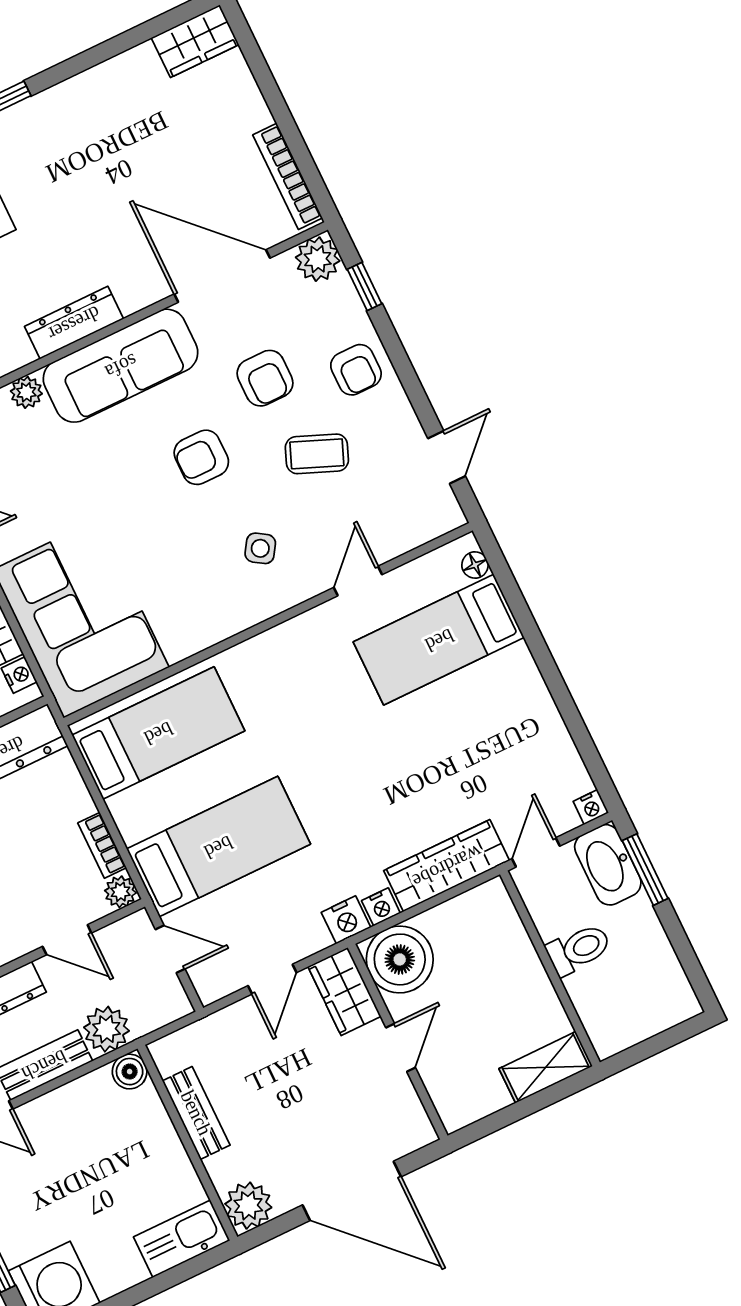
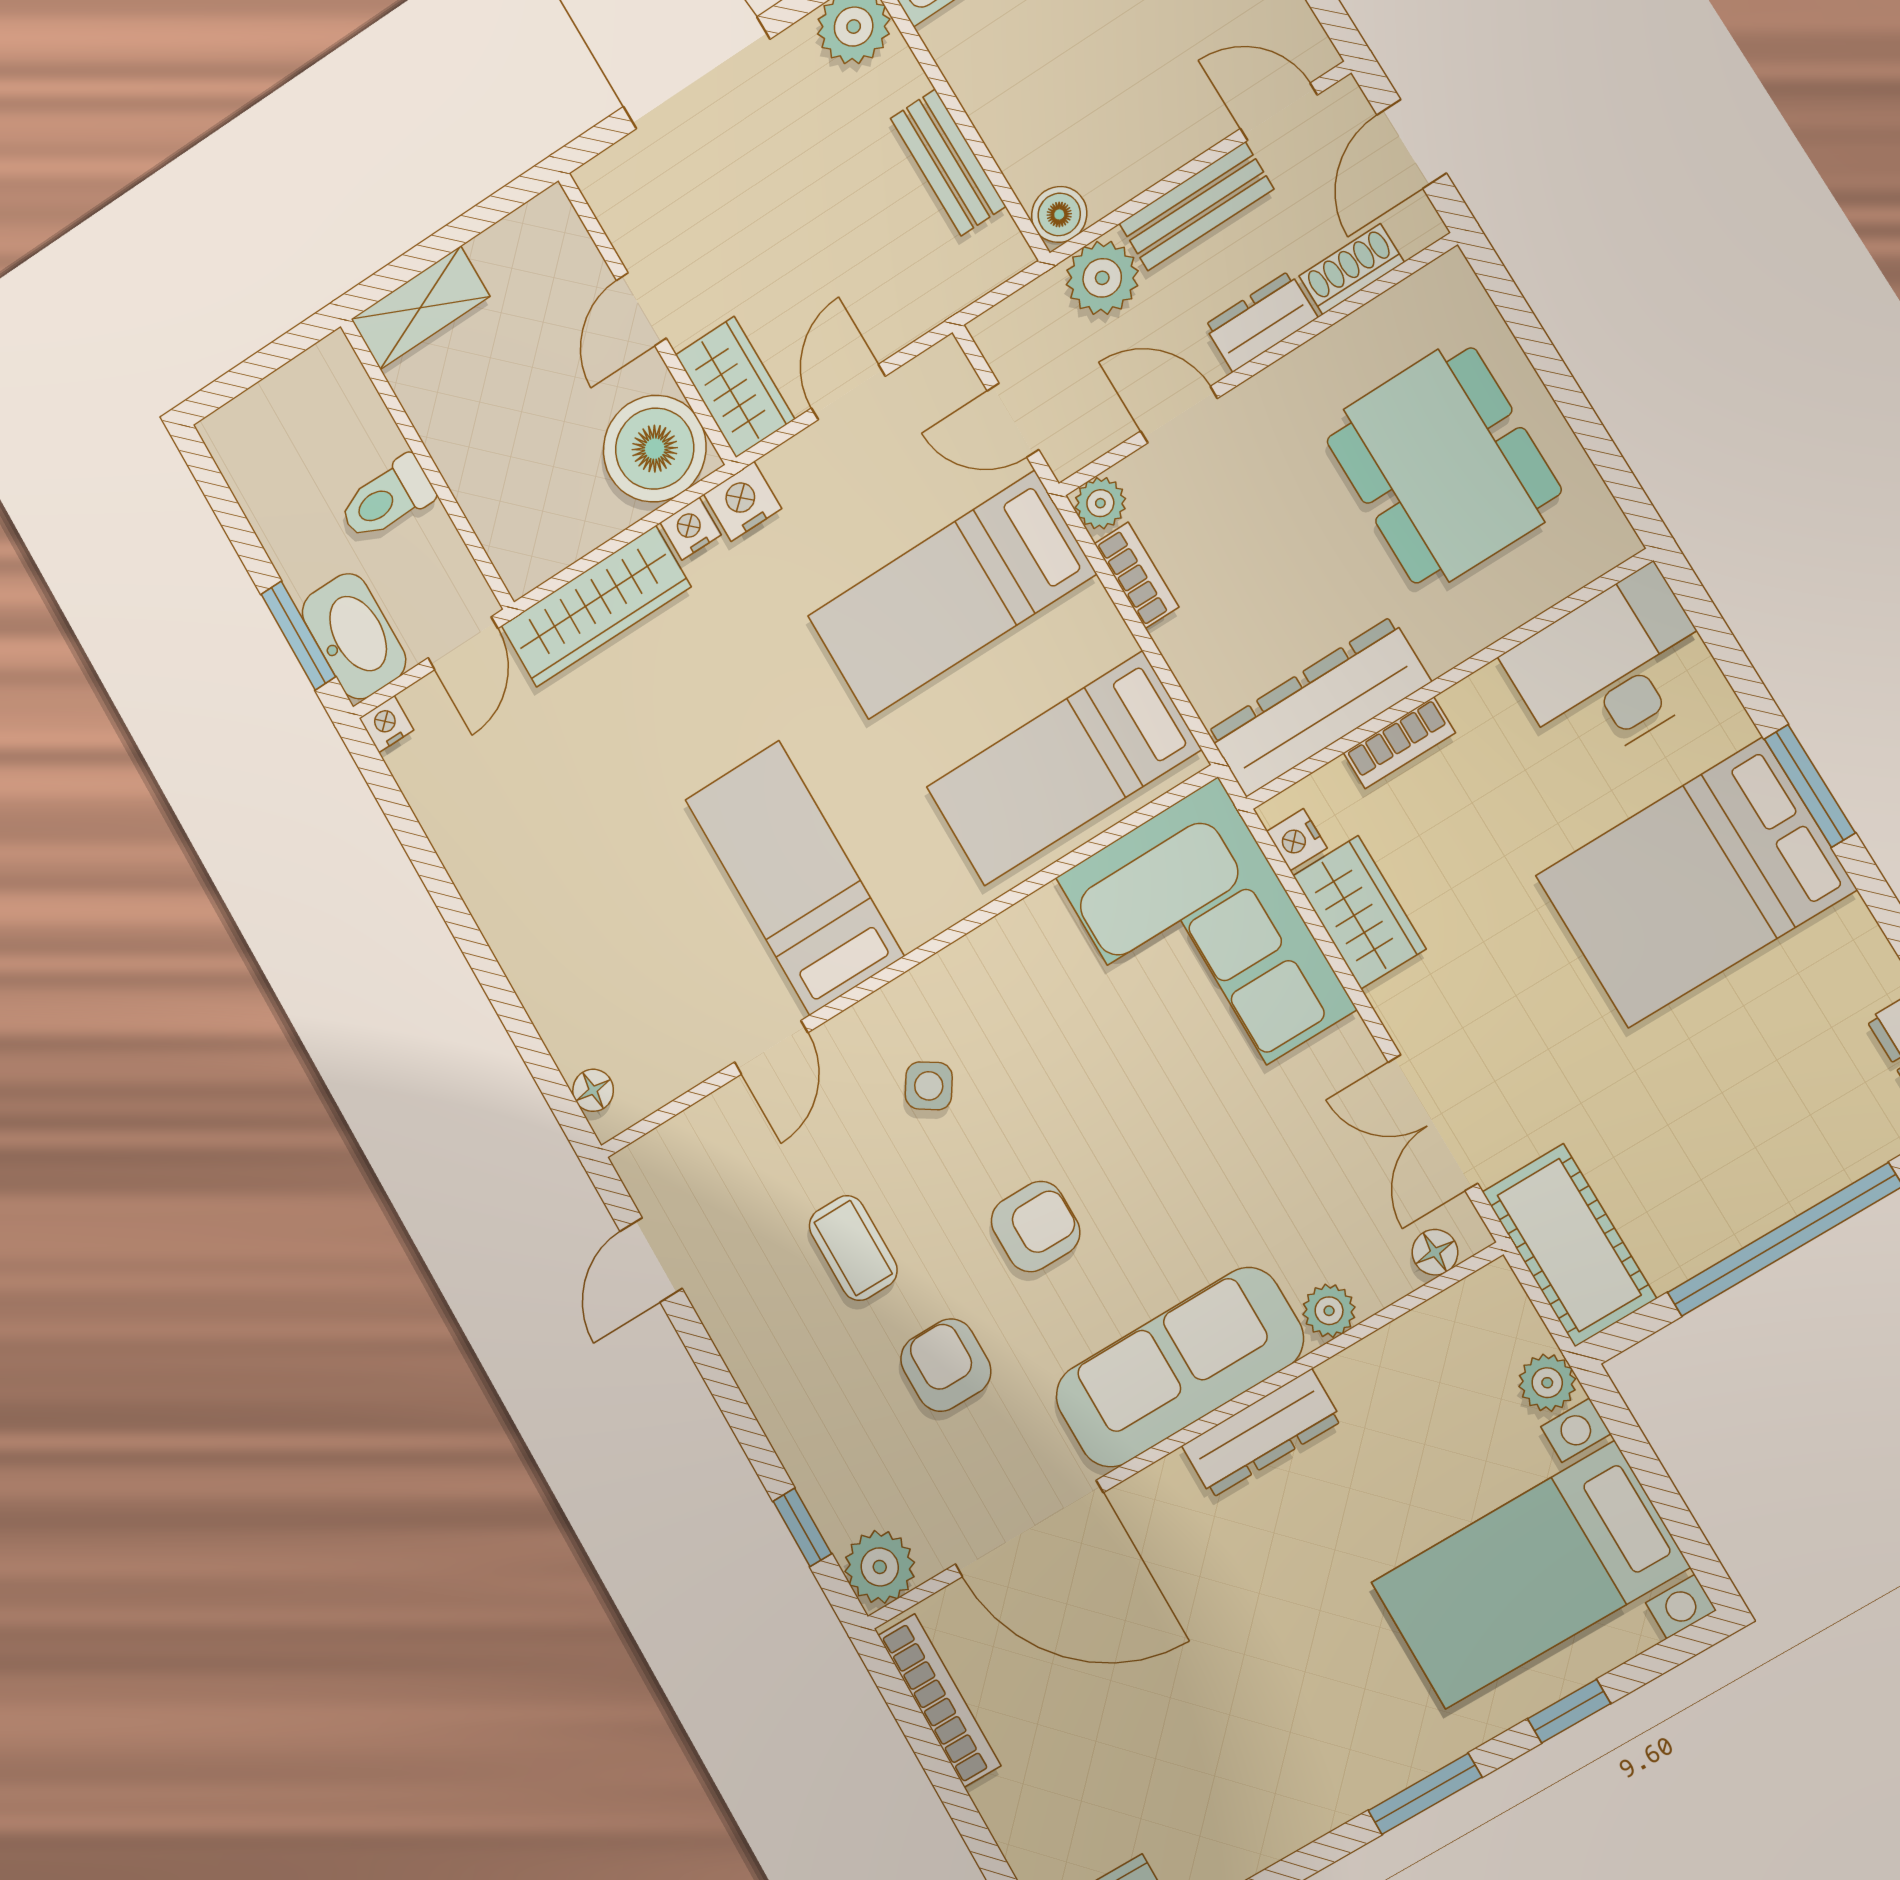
armchair: (356, 370) -> (804, 1390), removed
coffee table: (317, 454) -> (853, 1248), turned 68
bed: (439, 640) -> (794, 878), moved, turned -90

